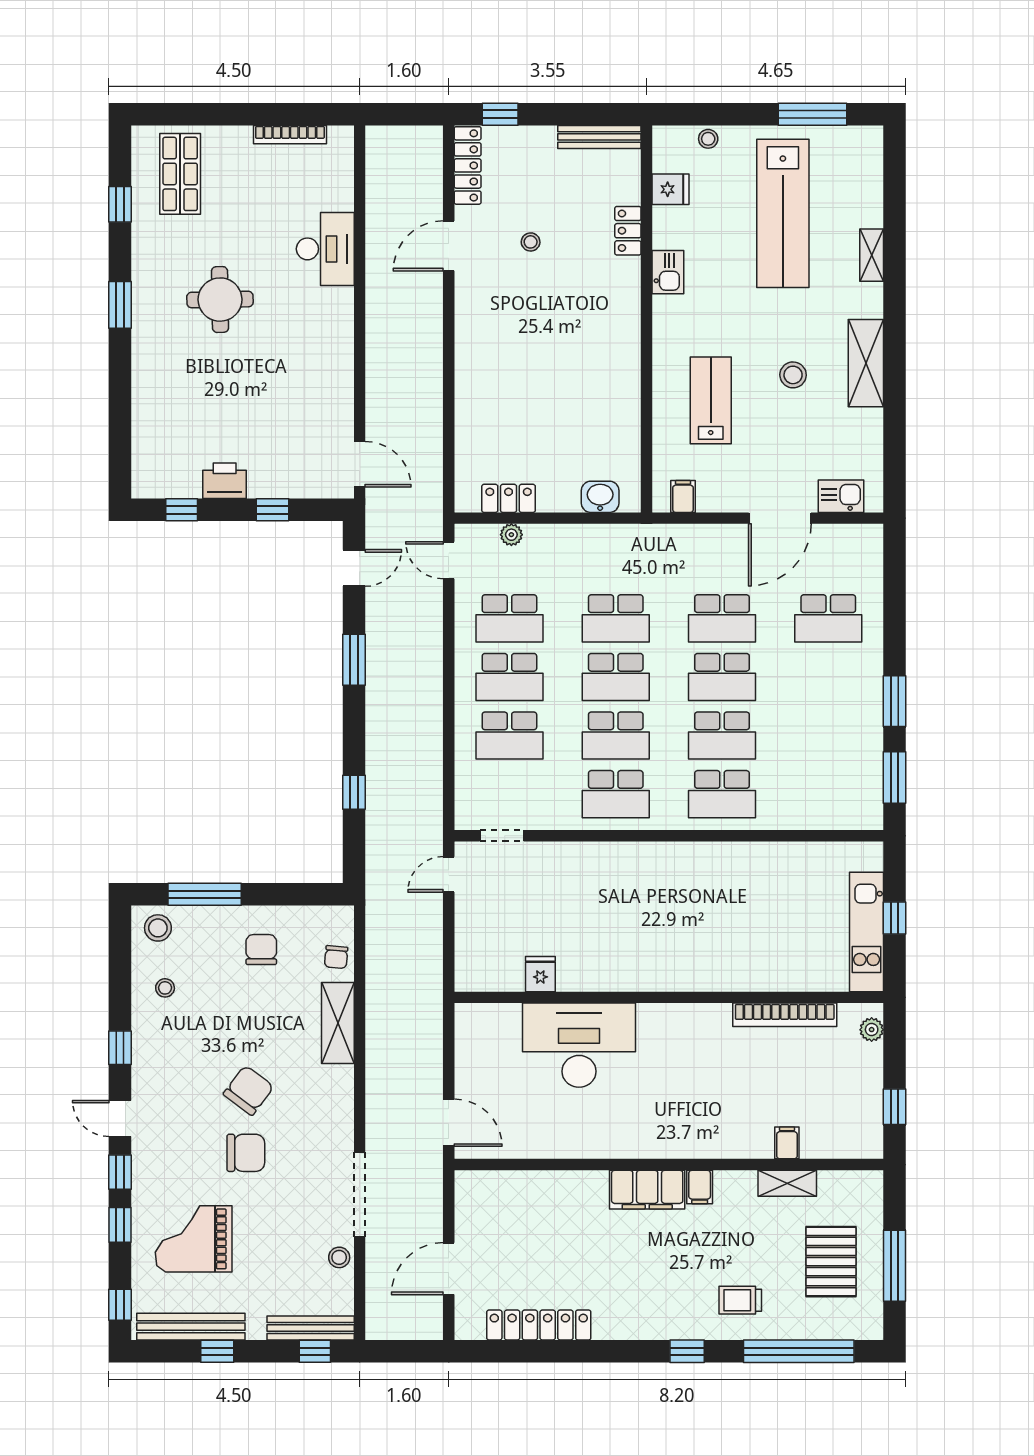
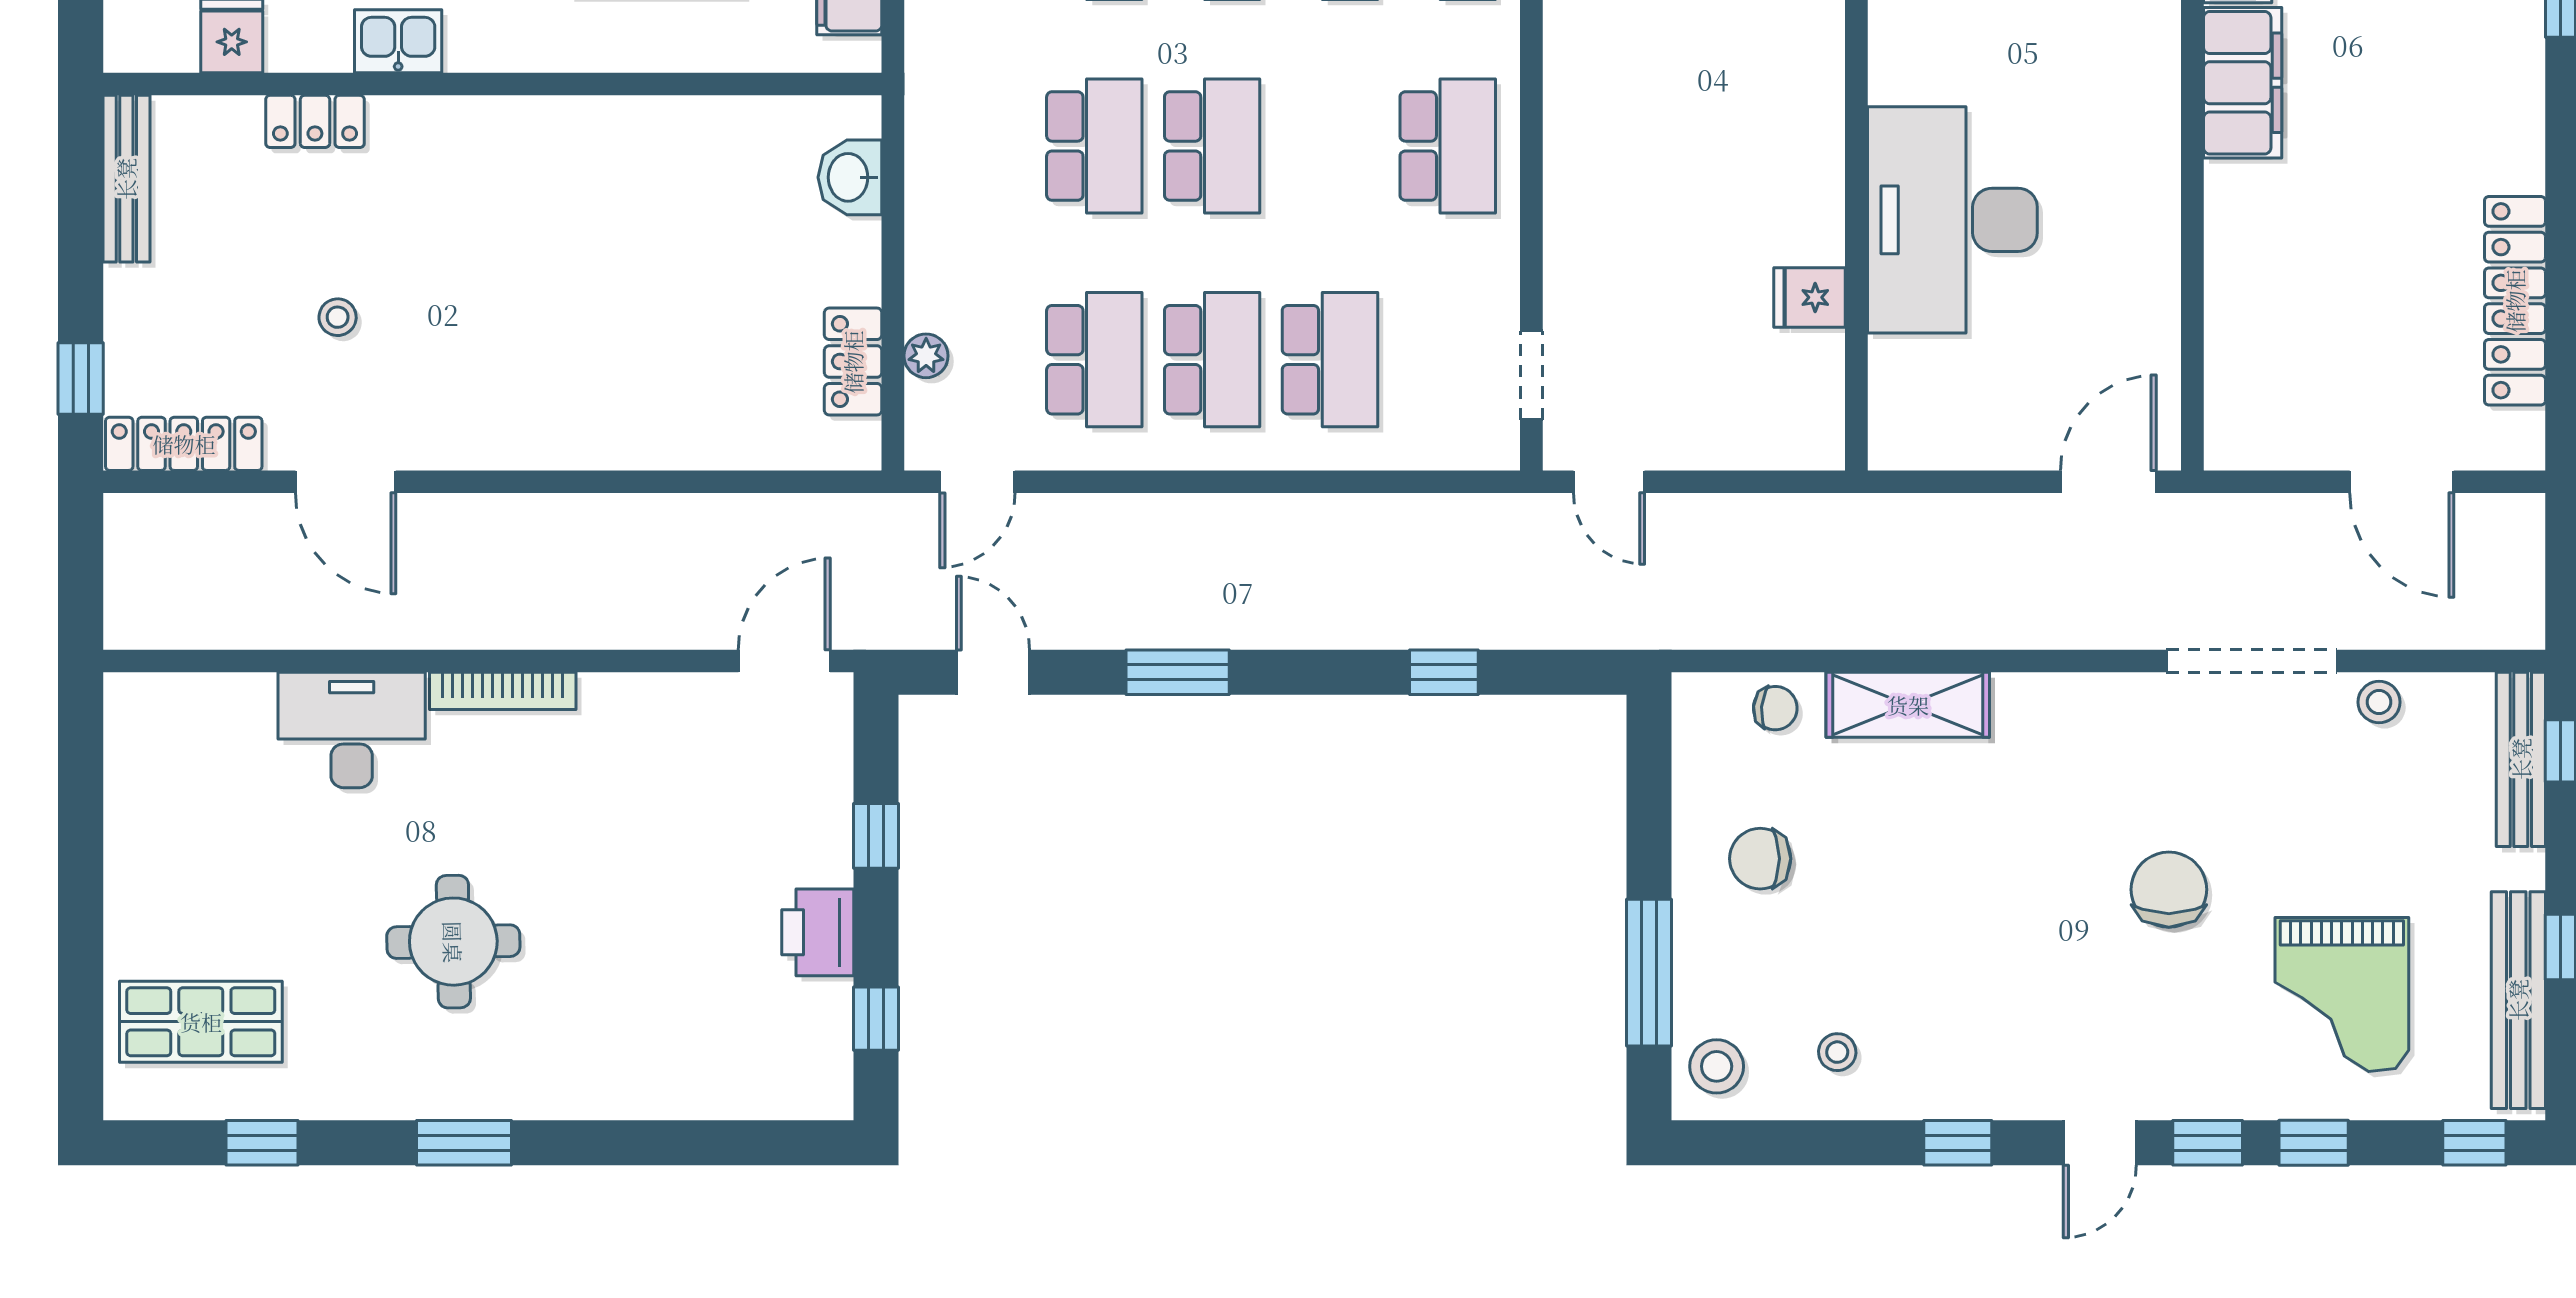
bookcase: (290, 135) -> (503, 691), moved, turned 90
school desk: (616, 736) -> (1330, 146), removed
chair: (249, 1090) -> (2043, 884), removed

